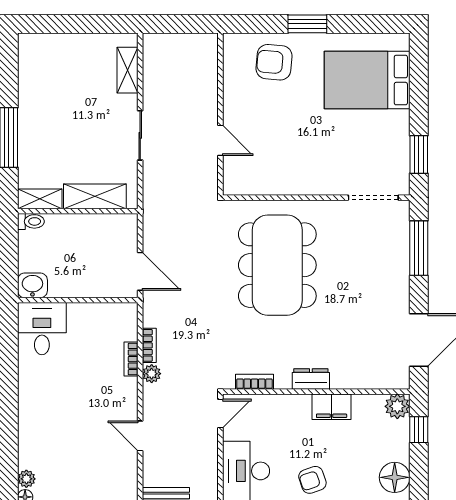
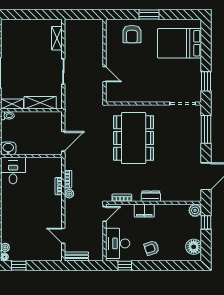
armchair: (274, 62) -> (132, 34), turned -95
door: (140, 271) -> (63, 141), hinge flipped
filing cabinet: (332, 407) -> (144, 211), moved
door: (140, 436) -> (63, 236), moved

